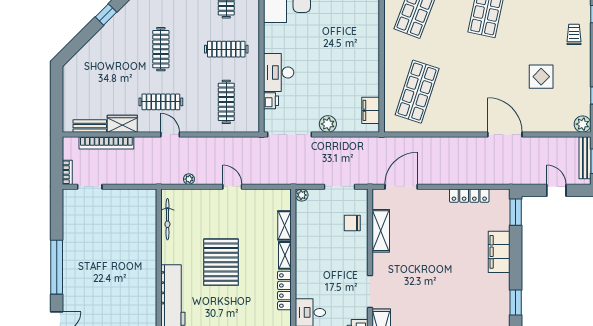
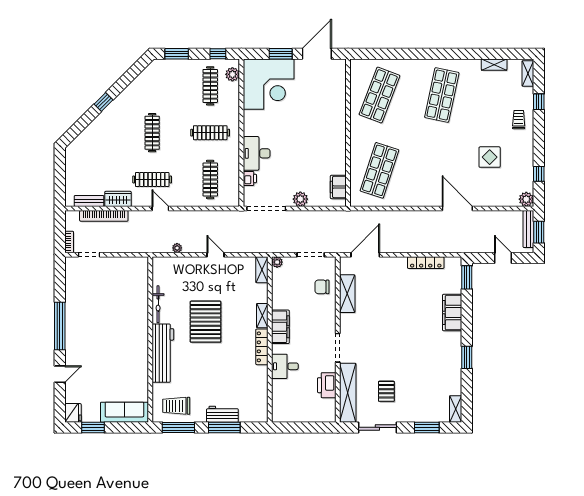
bicycle: (167, 219) -> (158, 304), moved
shelving: (284, 225) -> (262, 270), moved
filing cabinet: (305, 268) -> (280, 327), added

